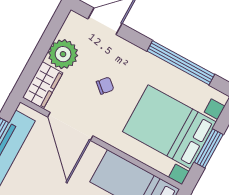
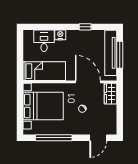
plant: (63, 54) -> (109, 113), removed
window: (209, 148) -> (20, 106), removed

